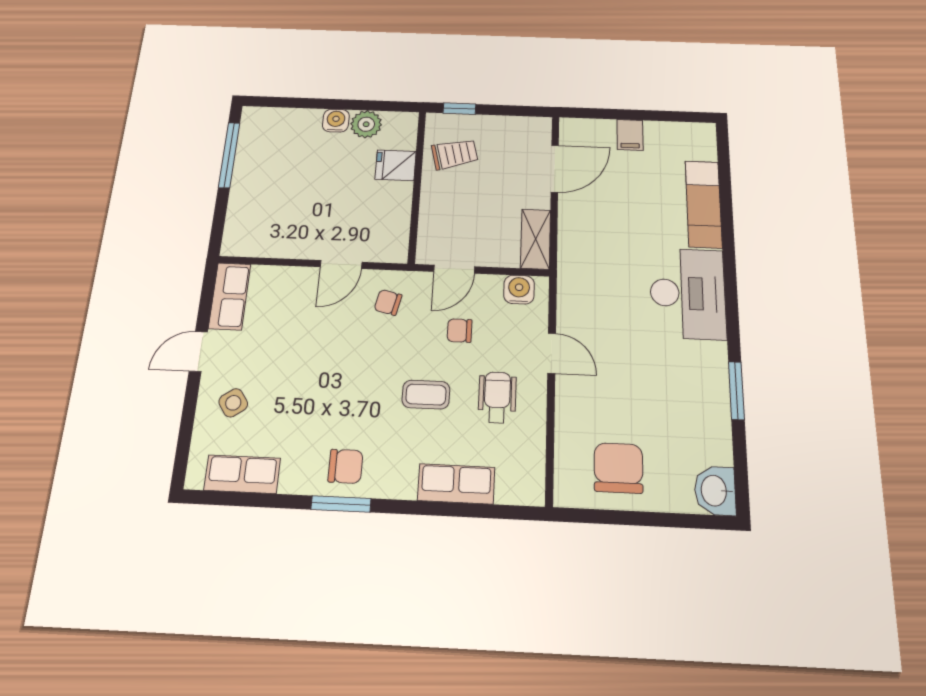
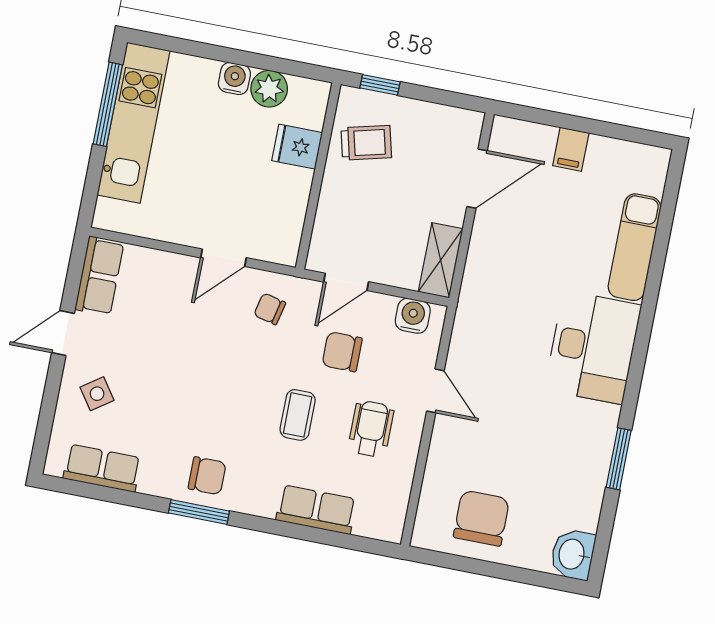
kitchen unit: (252, 166) -> (133, 123), added
chair: (460, 331) -> (342, 352), width x1.37, depth x1.37
coffee table: (426, 395) -> (298, 415), turned 90

